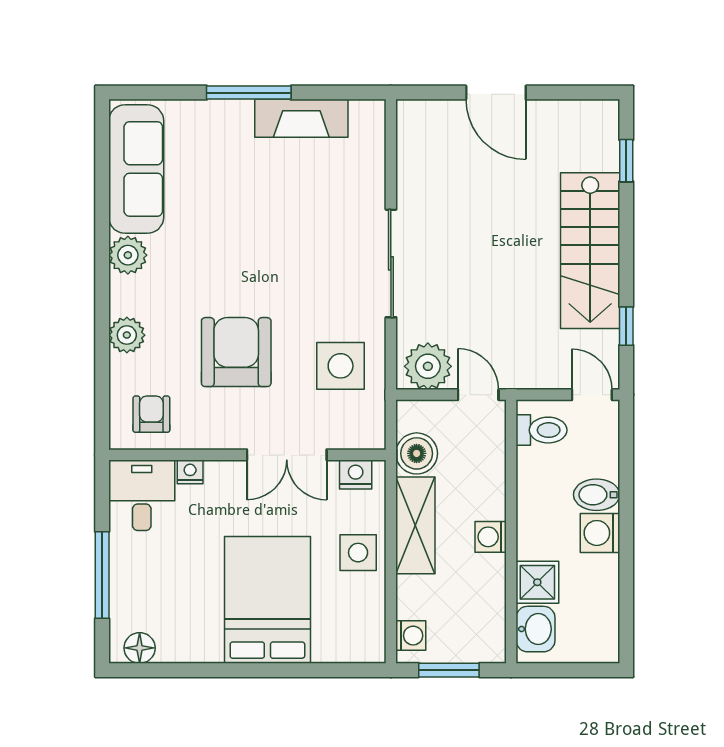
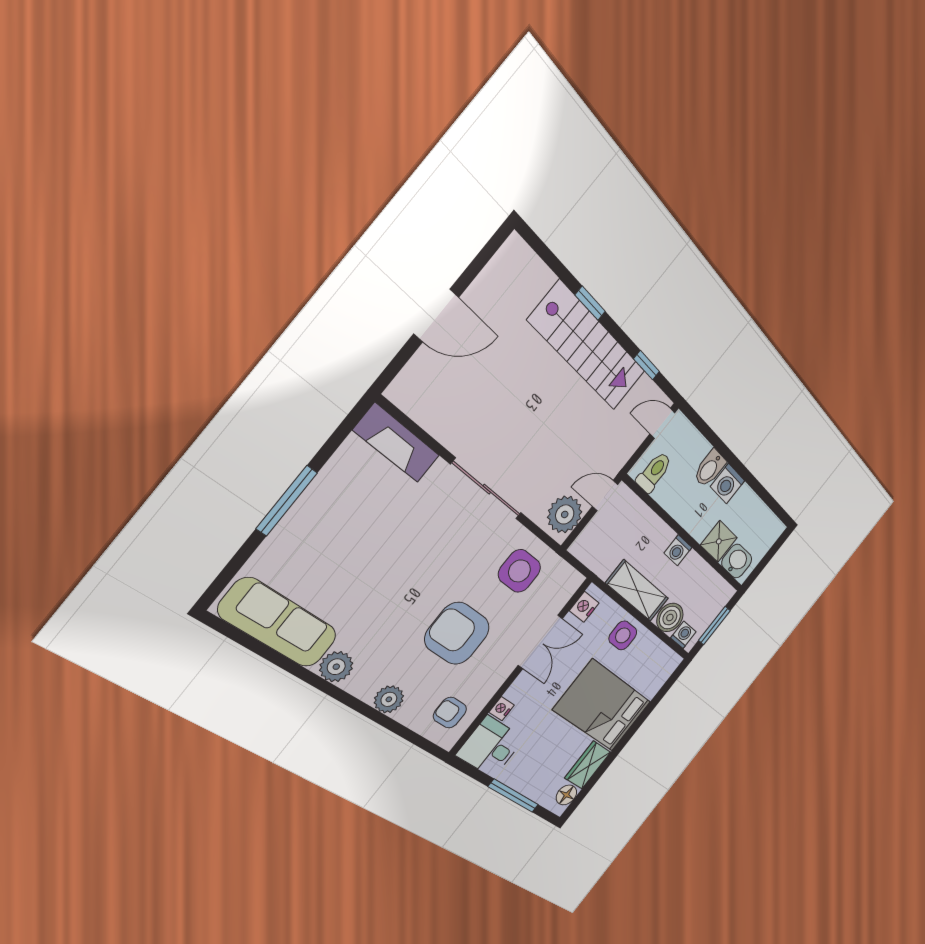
fireplace: (301, 118) -> (397, 443), moved, turned 90
window: (626, 161) -> (590, 303), moved
boiler: (417, 453) -> (670, 618), moved
wardrobe: (190, 645) -> (588, 765), added

